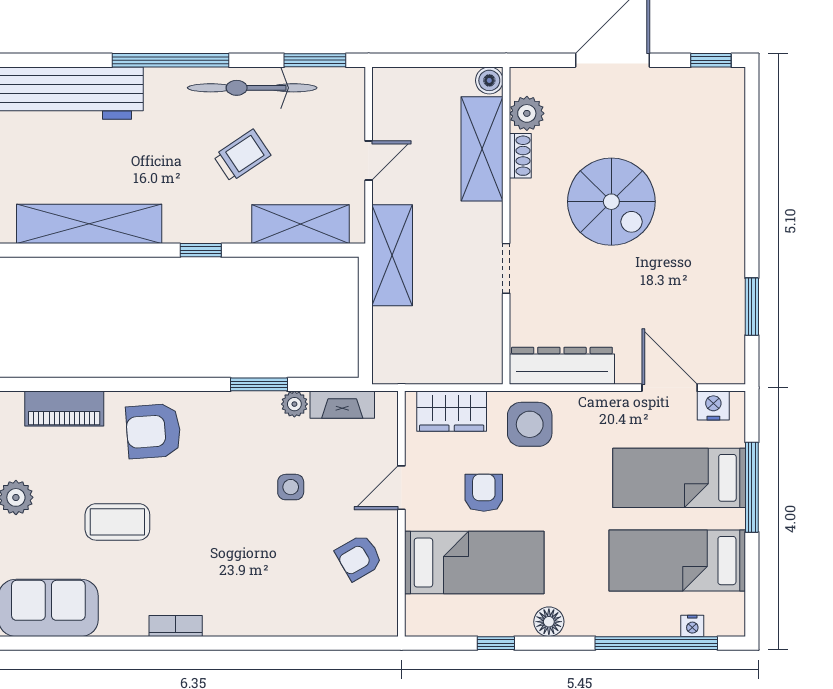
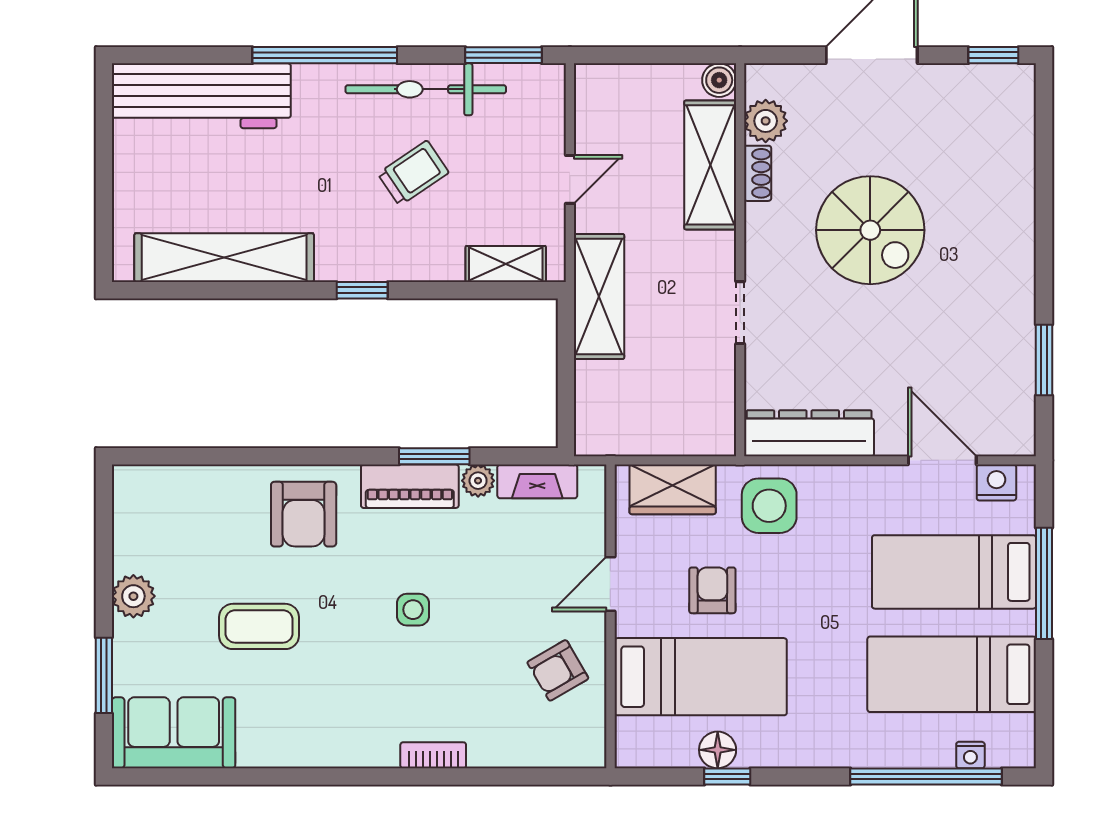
shelving: (301, 224) -> (506, 264), width x0.67, depth x0.75
piano: (64, 409) -> (410, 486), moved
armchair: (153, 431) -> (304, 514), turned -86
side table: (291, 487) -> (413, 610), moved
floor lamp: (549, 622) -> (718, 750), moved
bookcase: (176, 626) -> (433, 755), moved

